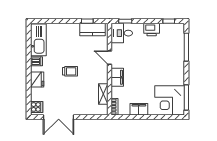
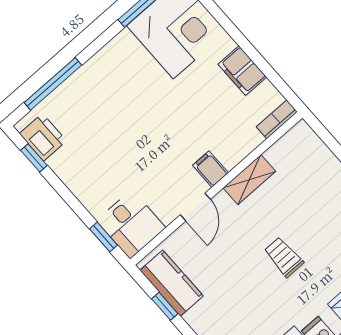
printer: (152, 30) -> (43, 137), moved
filing cabinet: (117, 77) -> (210, 169), width x0.50
shelving: (103, 94) -> (249, 180), moved

